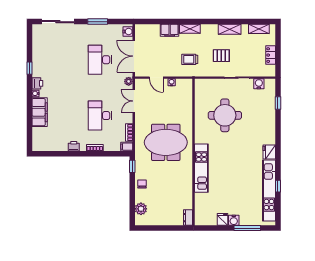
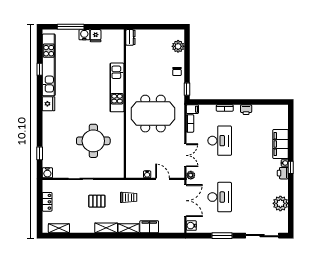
shelving: (230, 29) -> (106, 228), moved
plant: (40, 53) -> (280, 203), added
window: (29, 68) -> (291, 167), moved
water cooler: (259, 84) -> (47, 173), moved

